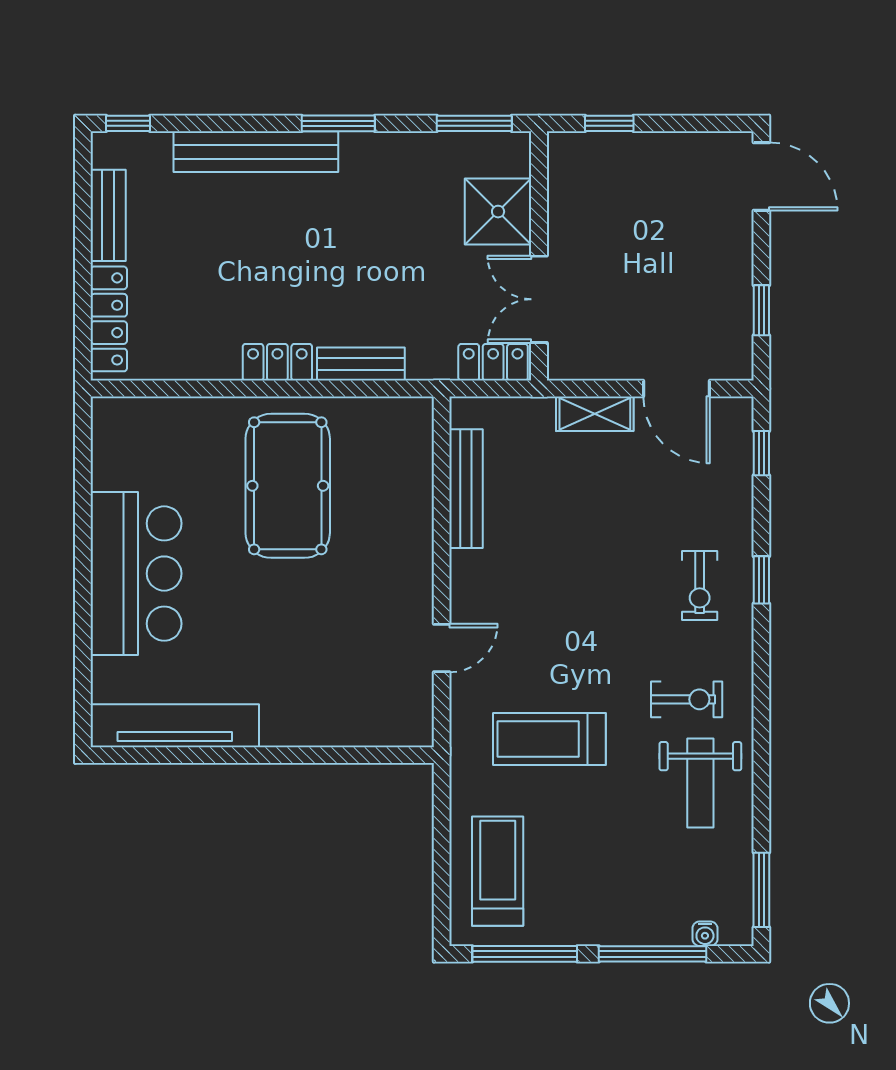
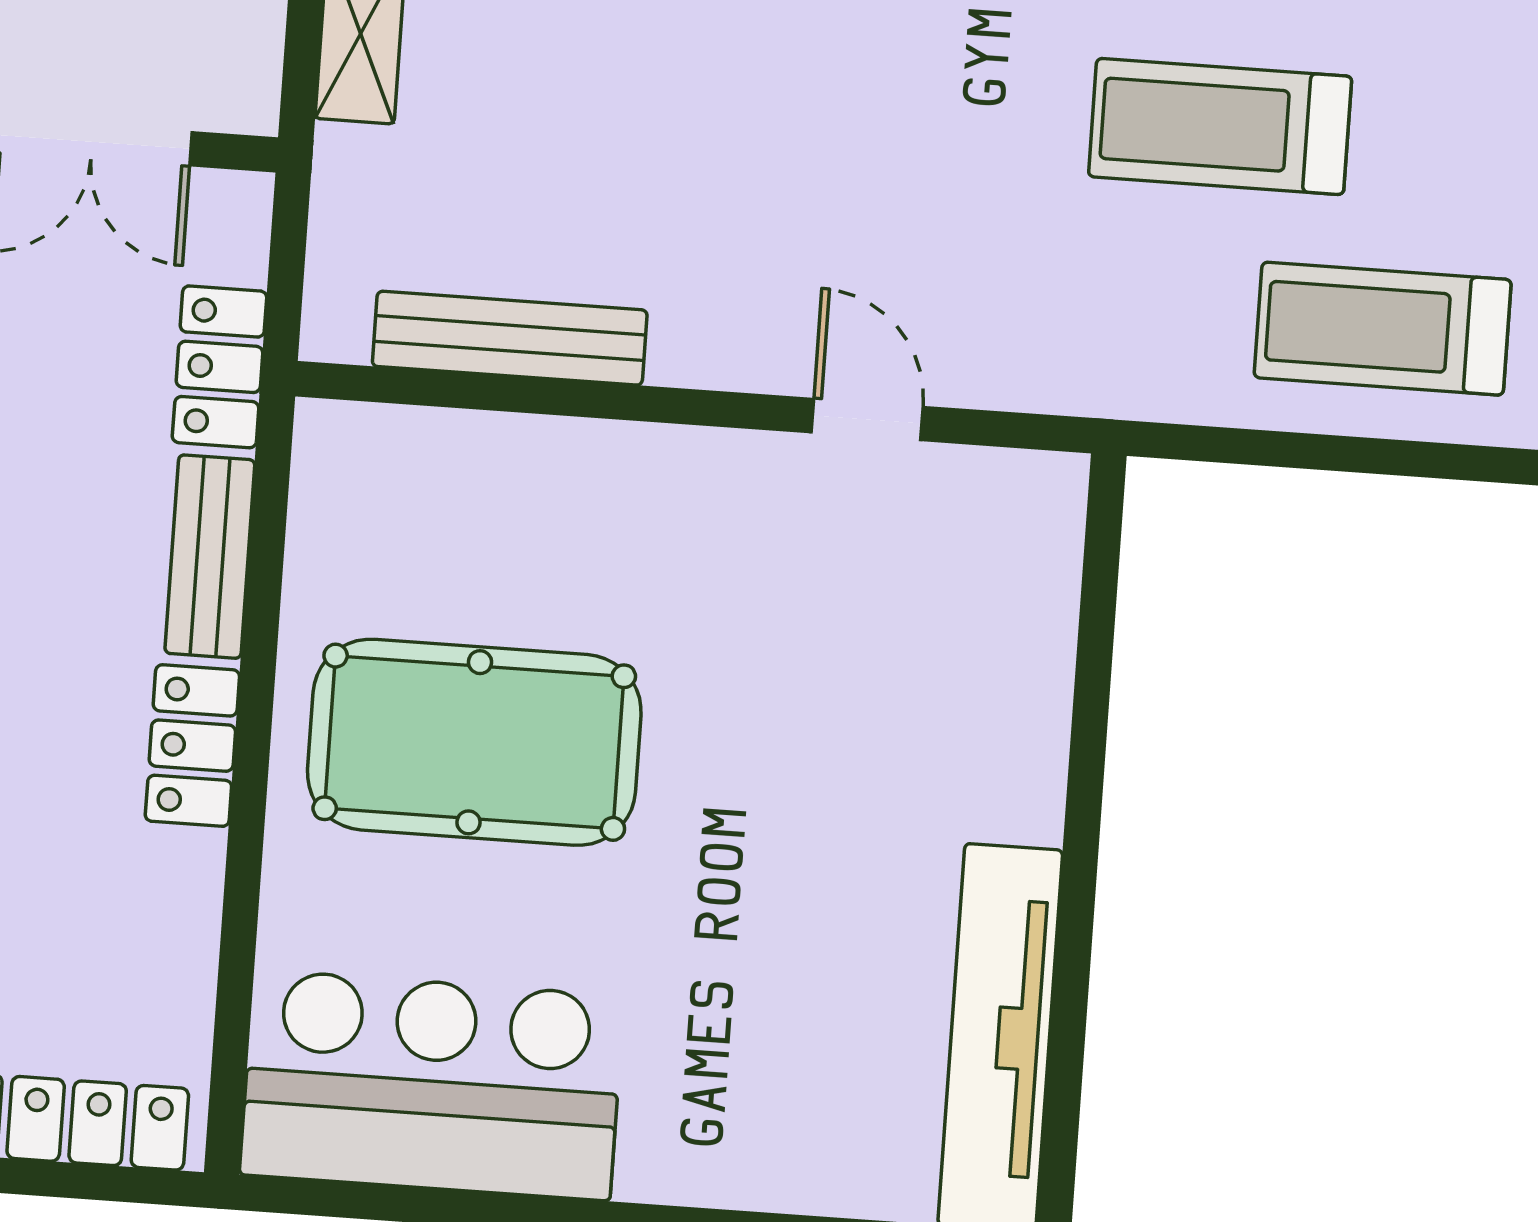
locker: (493, 362) -> (219, 367), moved
bar counter: (136, 574) -> (432, 1085), moved
treadmill: (549, 739) -> (1220, 126), moved, turned 90

